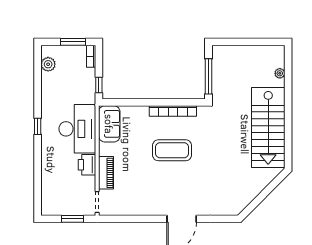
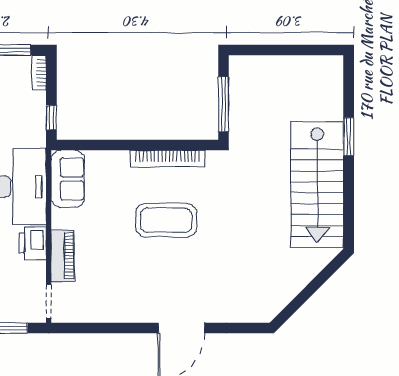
plant: (280, 73) -> (335, 99), removed
window: (288, 97) -> (349, 137), added

